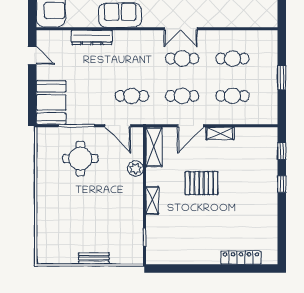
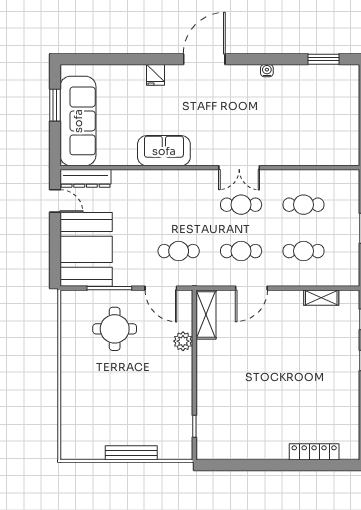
dresser: (92, 37) -> (86, 178), moved
booth: (51, 102) -> (86, 249), width x1.36, depth x1.42
shelving: (220, 133) -> (321, 298), moved
pallet: (202, 183) -> (265, 359), removed
shelving: (152, 200) -> (204, 381), removed
bench: (94, 258) -> (131, 453), width x1.36

